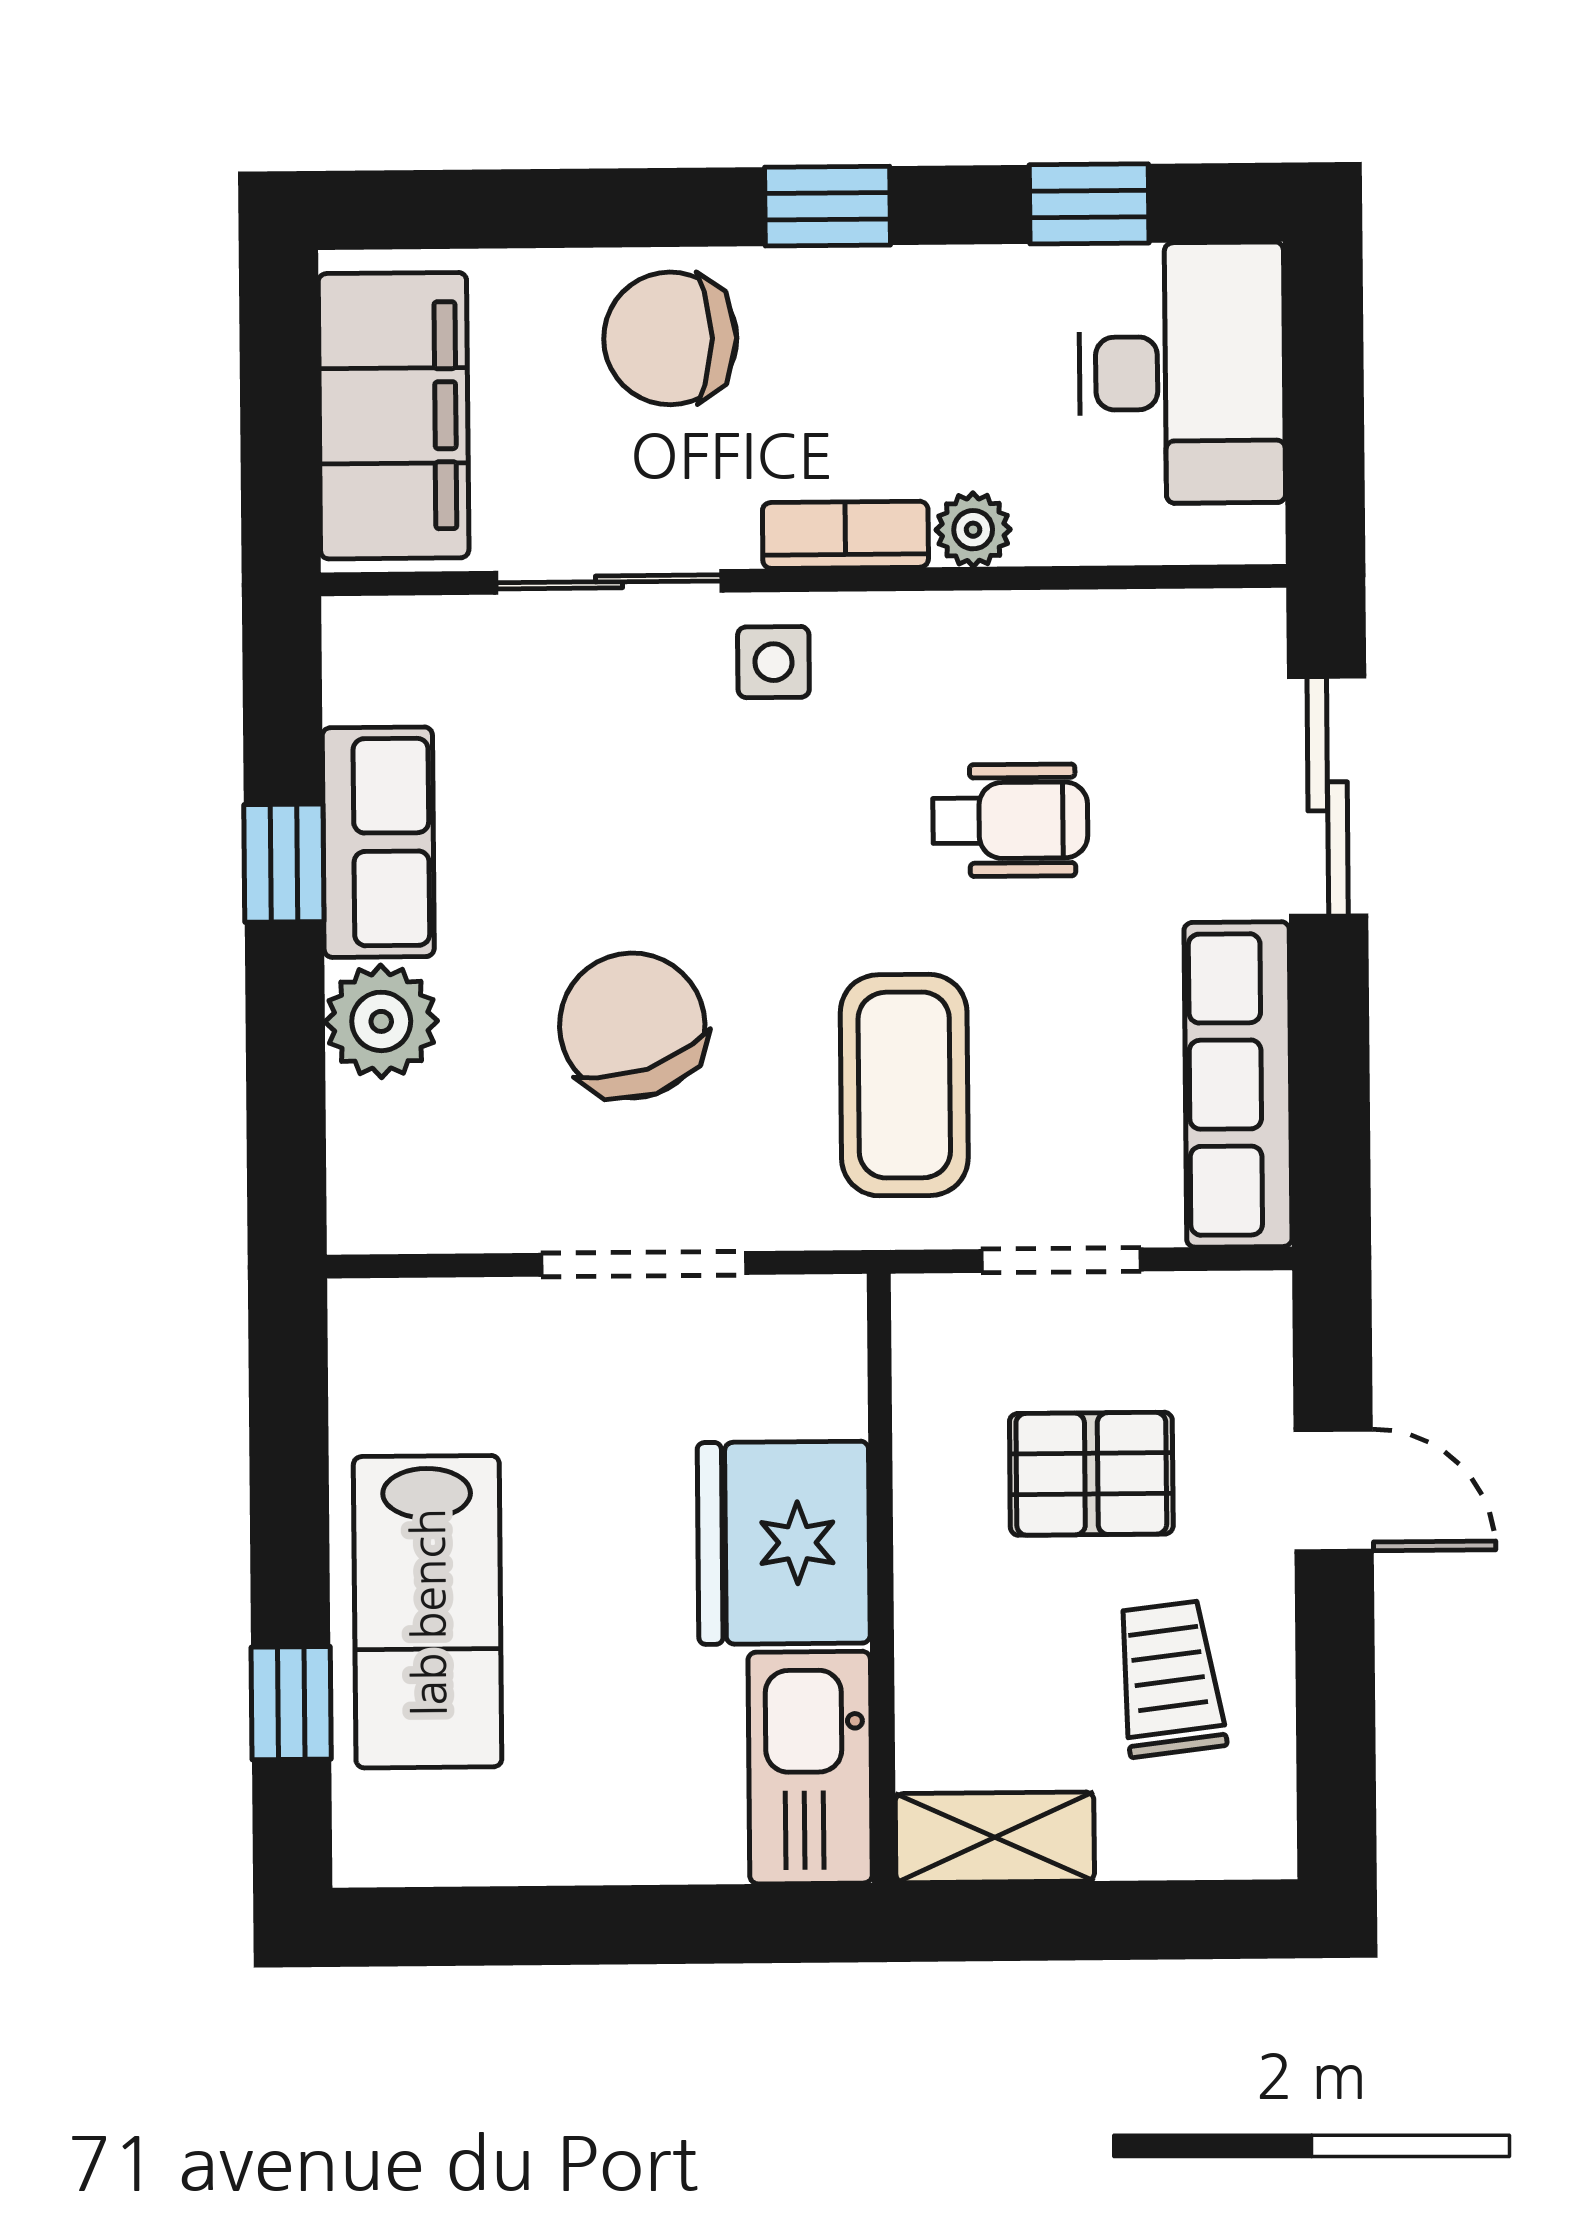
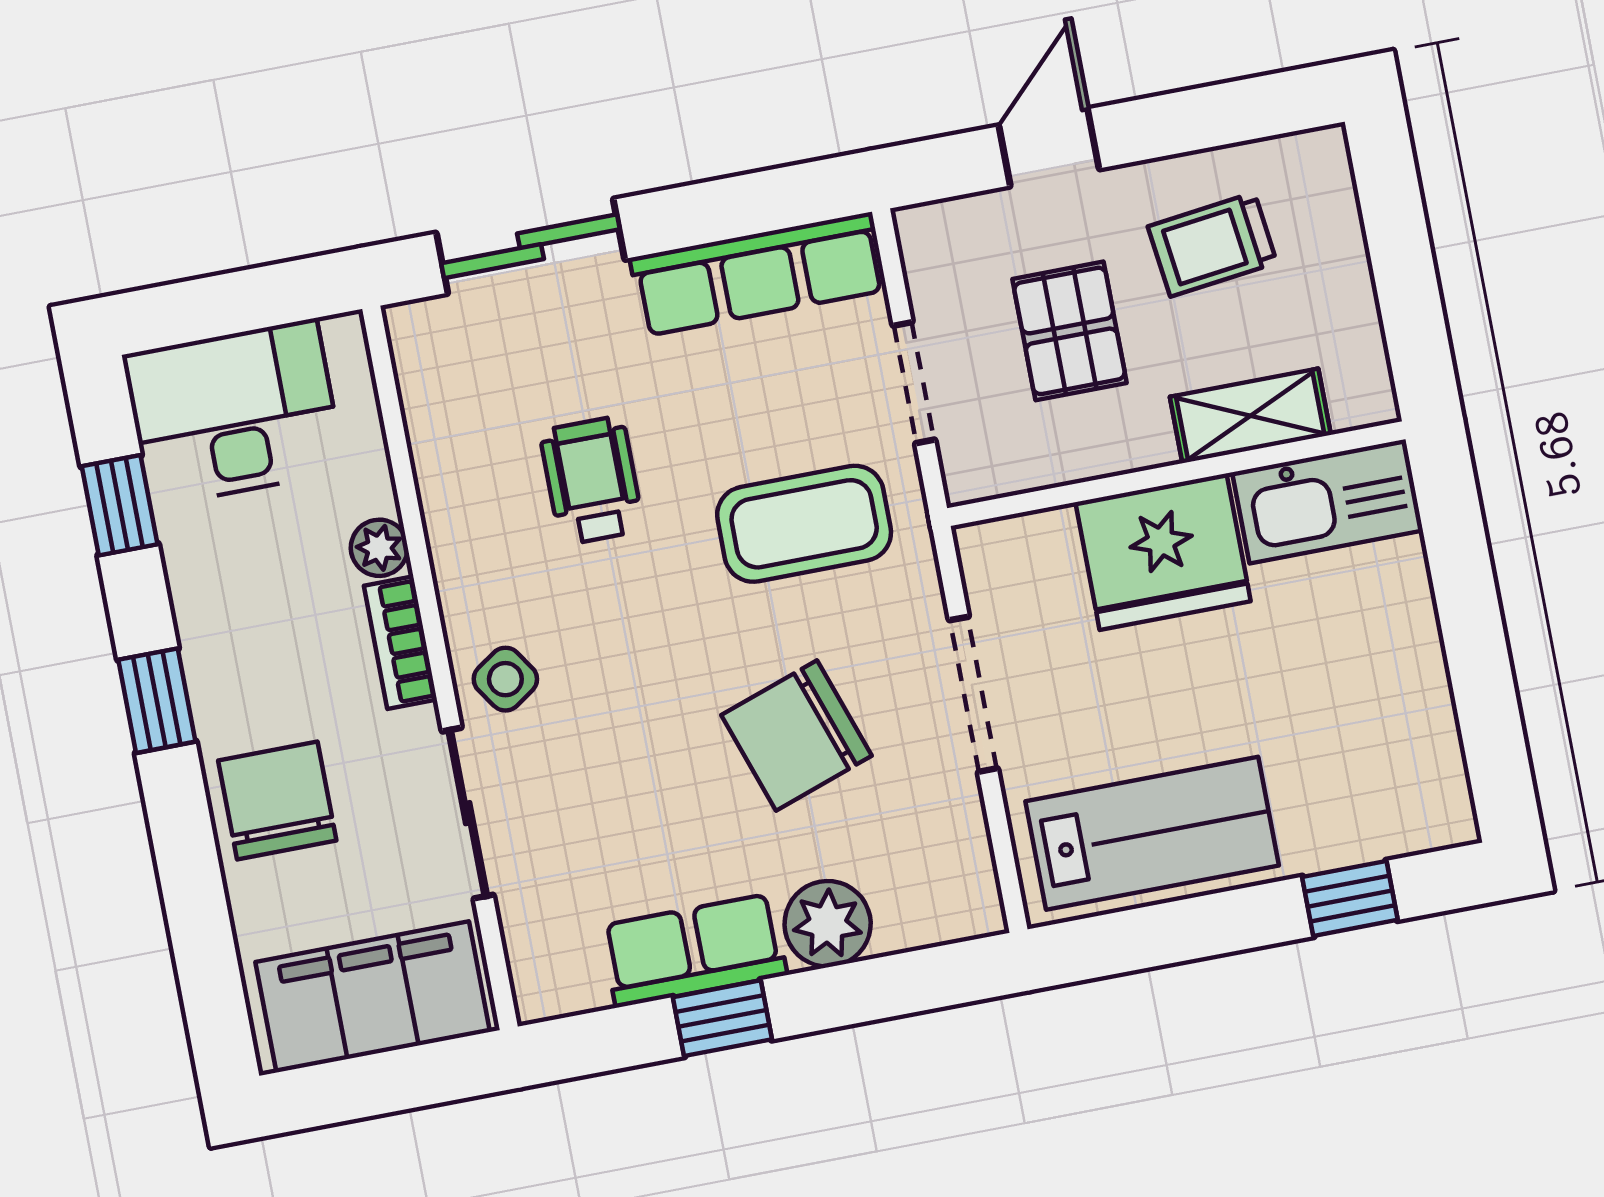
chair: (670, 338) -> (277, 800), turned 180
side table: (773, 662) -> (505, 679), turned -34
lab bench: (428, 1612) -> (1152, 833), moved
shelving: (995, 1837) -> (1250, 416), moved, turned 90

